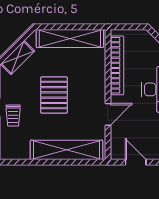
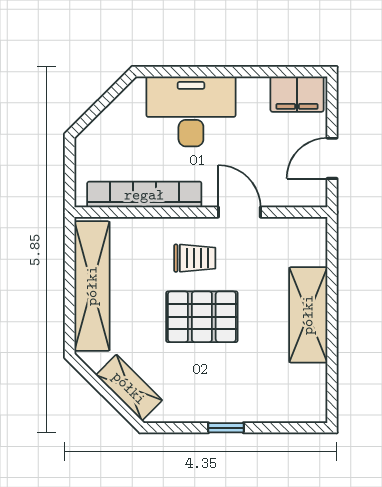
trolley: (13, 116) -> (195, 258), moved
shelving: (66, 150) -> (308, 315), width x0.68

